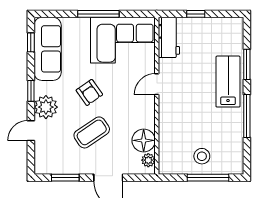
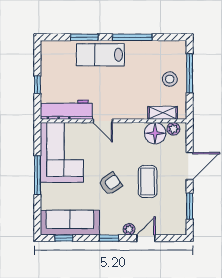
workbench: (169, 37) -> (66, 110), width x1.38
plant: (46, 107) -> (129, 229), width x0.53, depth x0.53
door: (31, 131) -> (146, 238), swing flipped
coffee table: (92, 132) -> (148, 182), turned 34
shelving: (166, 149) -> (163, 113), added

